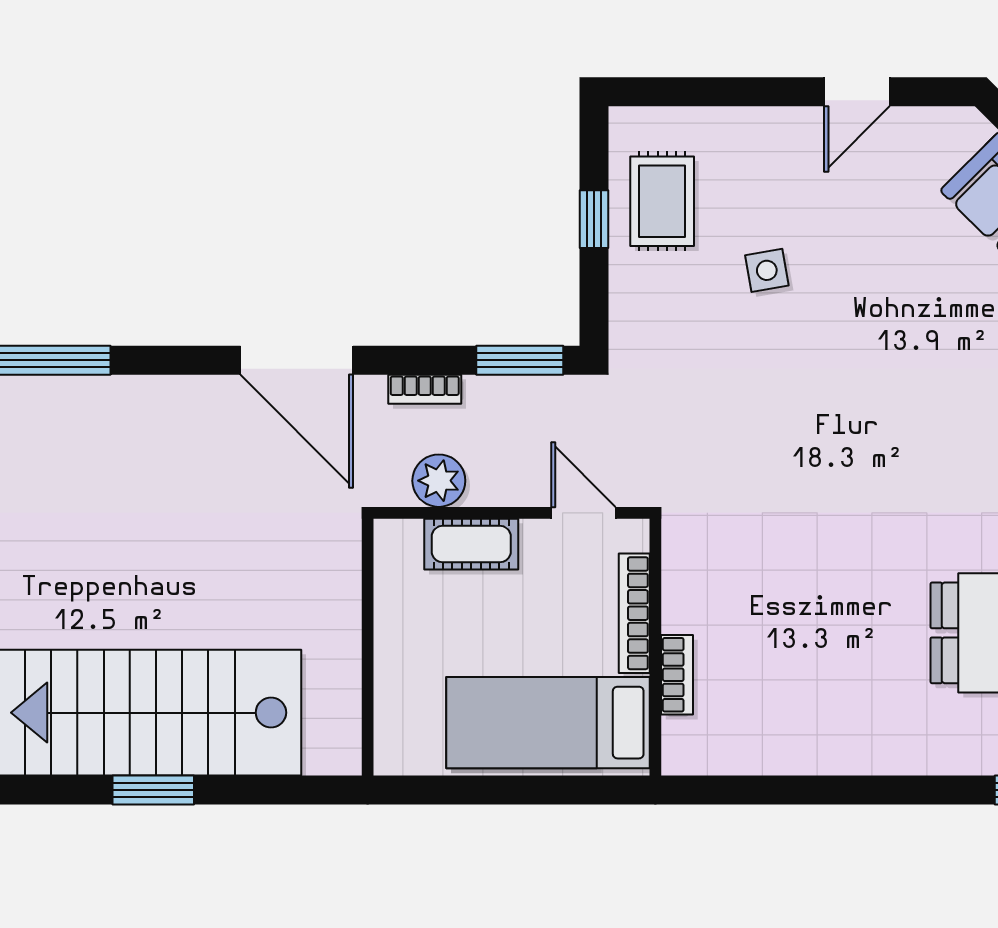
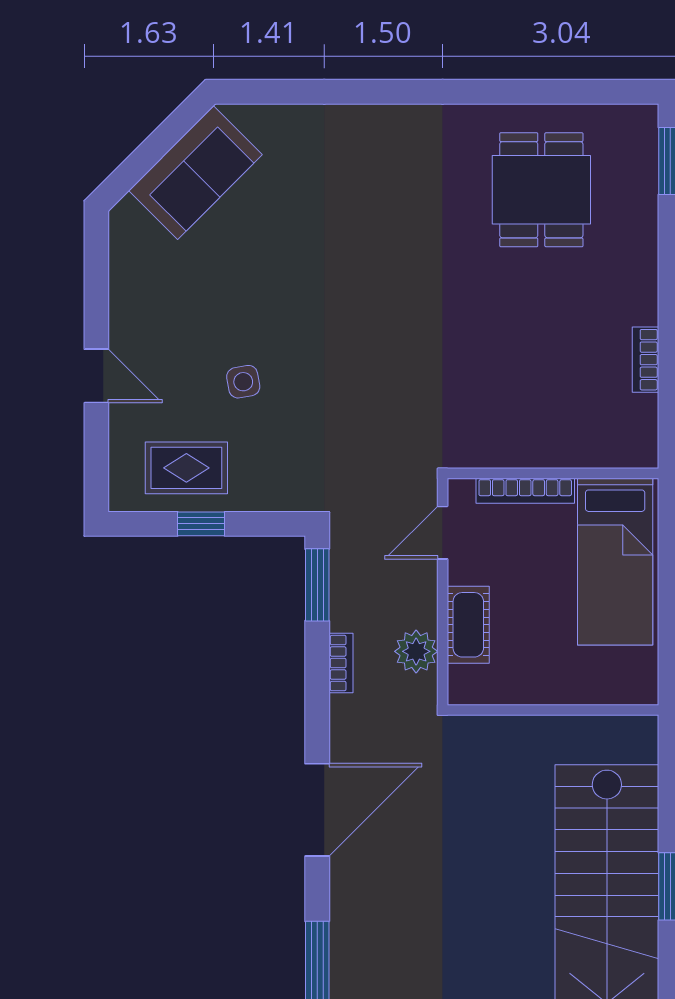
door: (857, 92) -> (96, 376), moved
door: (297, 360) -> (317, 810), moved
bookcase: (677, 675) -> (646, 360), moved, turned -90

